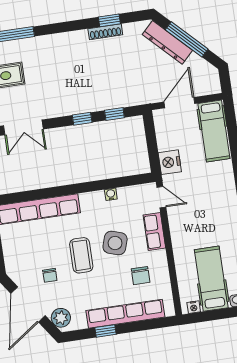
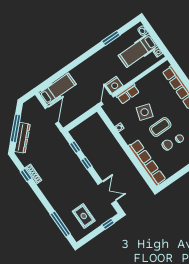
door: (179, 103) -> (52, 115), swing flipped
nightstand: (170, 162) -> (114, 85), moved
chair: (141, 276) -> (167, 145), moved

